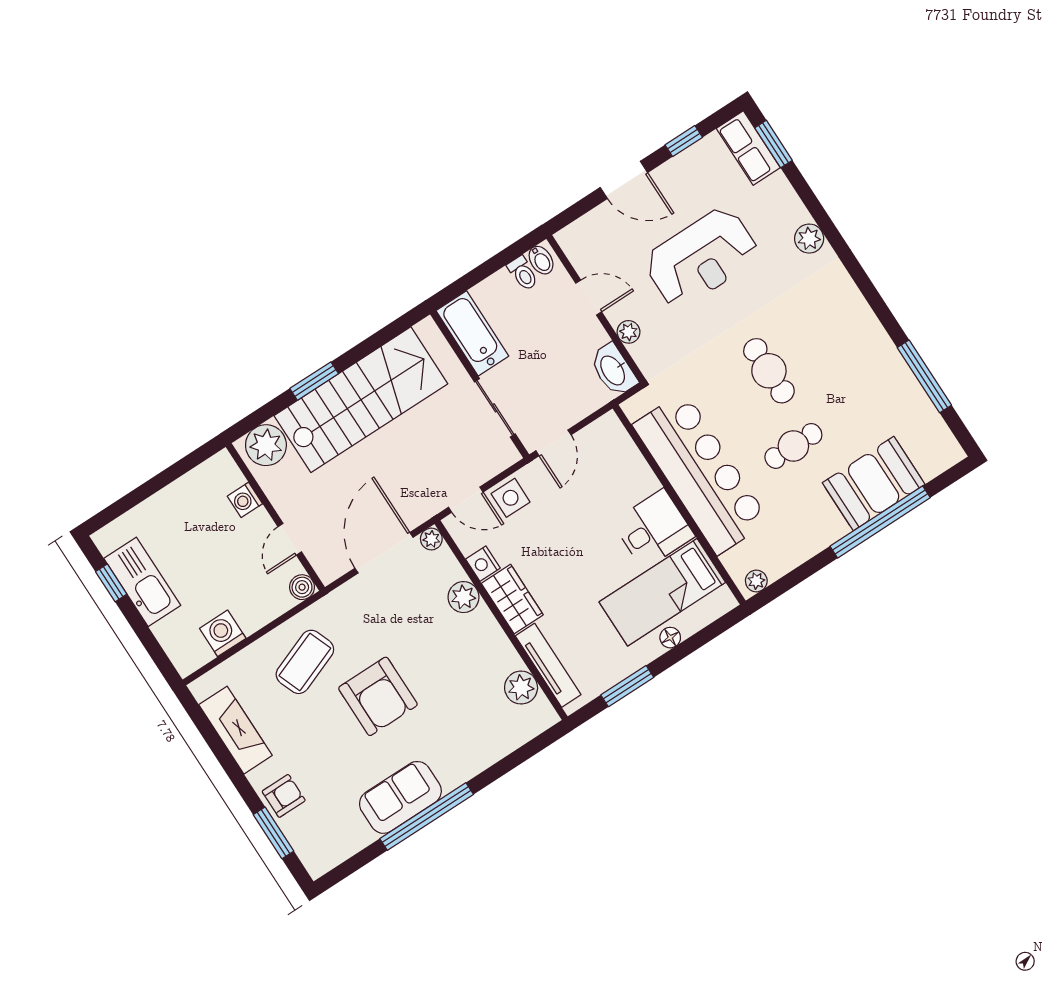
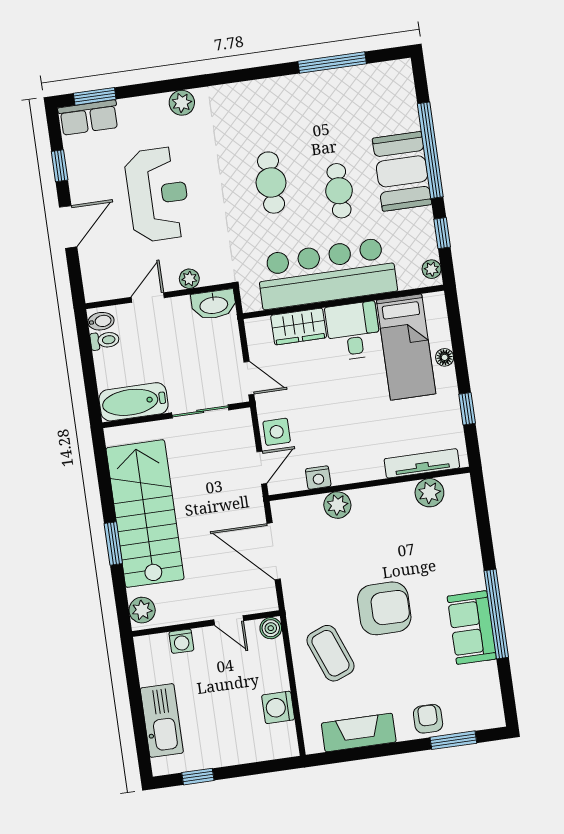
cafe table: (769, 371) -> (271, 183), turned 90
plant: (266, 445) -> (142, 610), width x0.73, depth x0.73
booth: (874, 484) -> (402, 171), moved
plant: (431, 539) -> (280, 509), removed
window: (799, 575) -> (442, 233), added
kitchen sink: (142, 582) -> (162, 720), moved, turned 90
wardrobe: (512, 599) -> (299, 327), moved, turned 180
window: (627, 686) -> (467, 409), width x0.67

